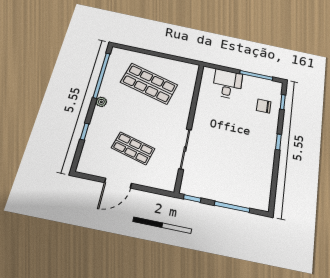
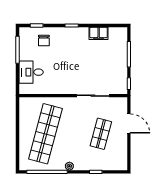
shop shelf: (149, 84) -> (45, 134), width x1.40
filing cabinet: (265, 173) -> (99, 33), added
door: (118, 183) -> (129, 124), moved

